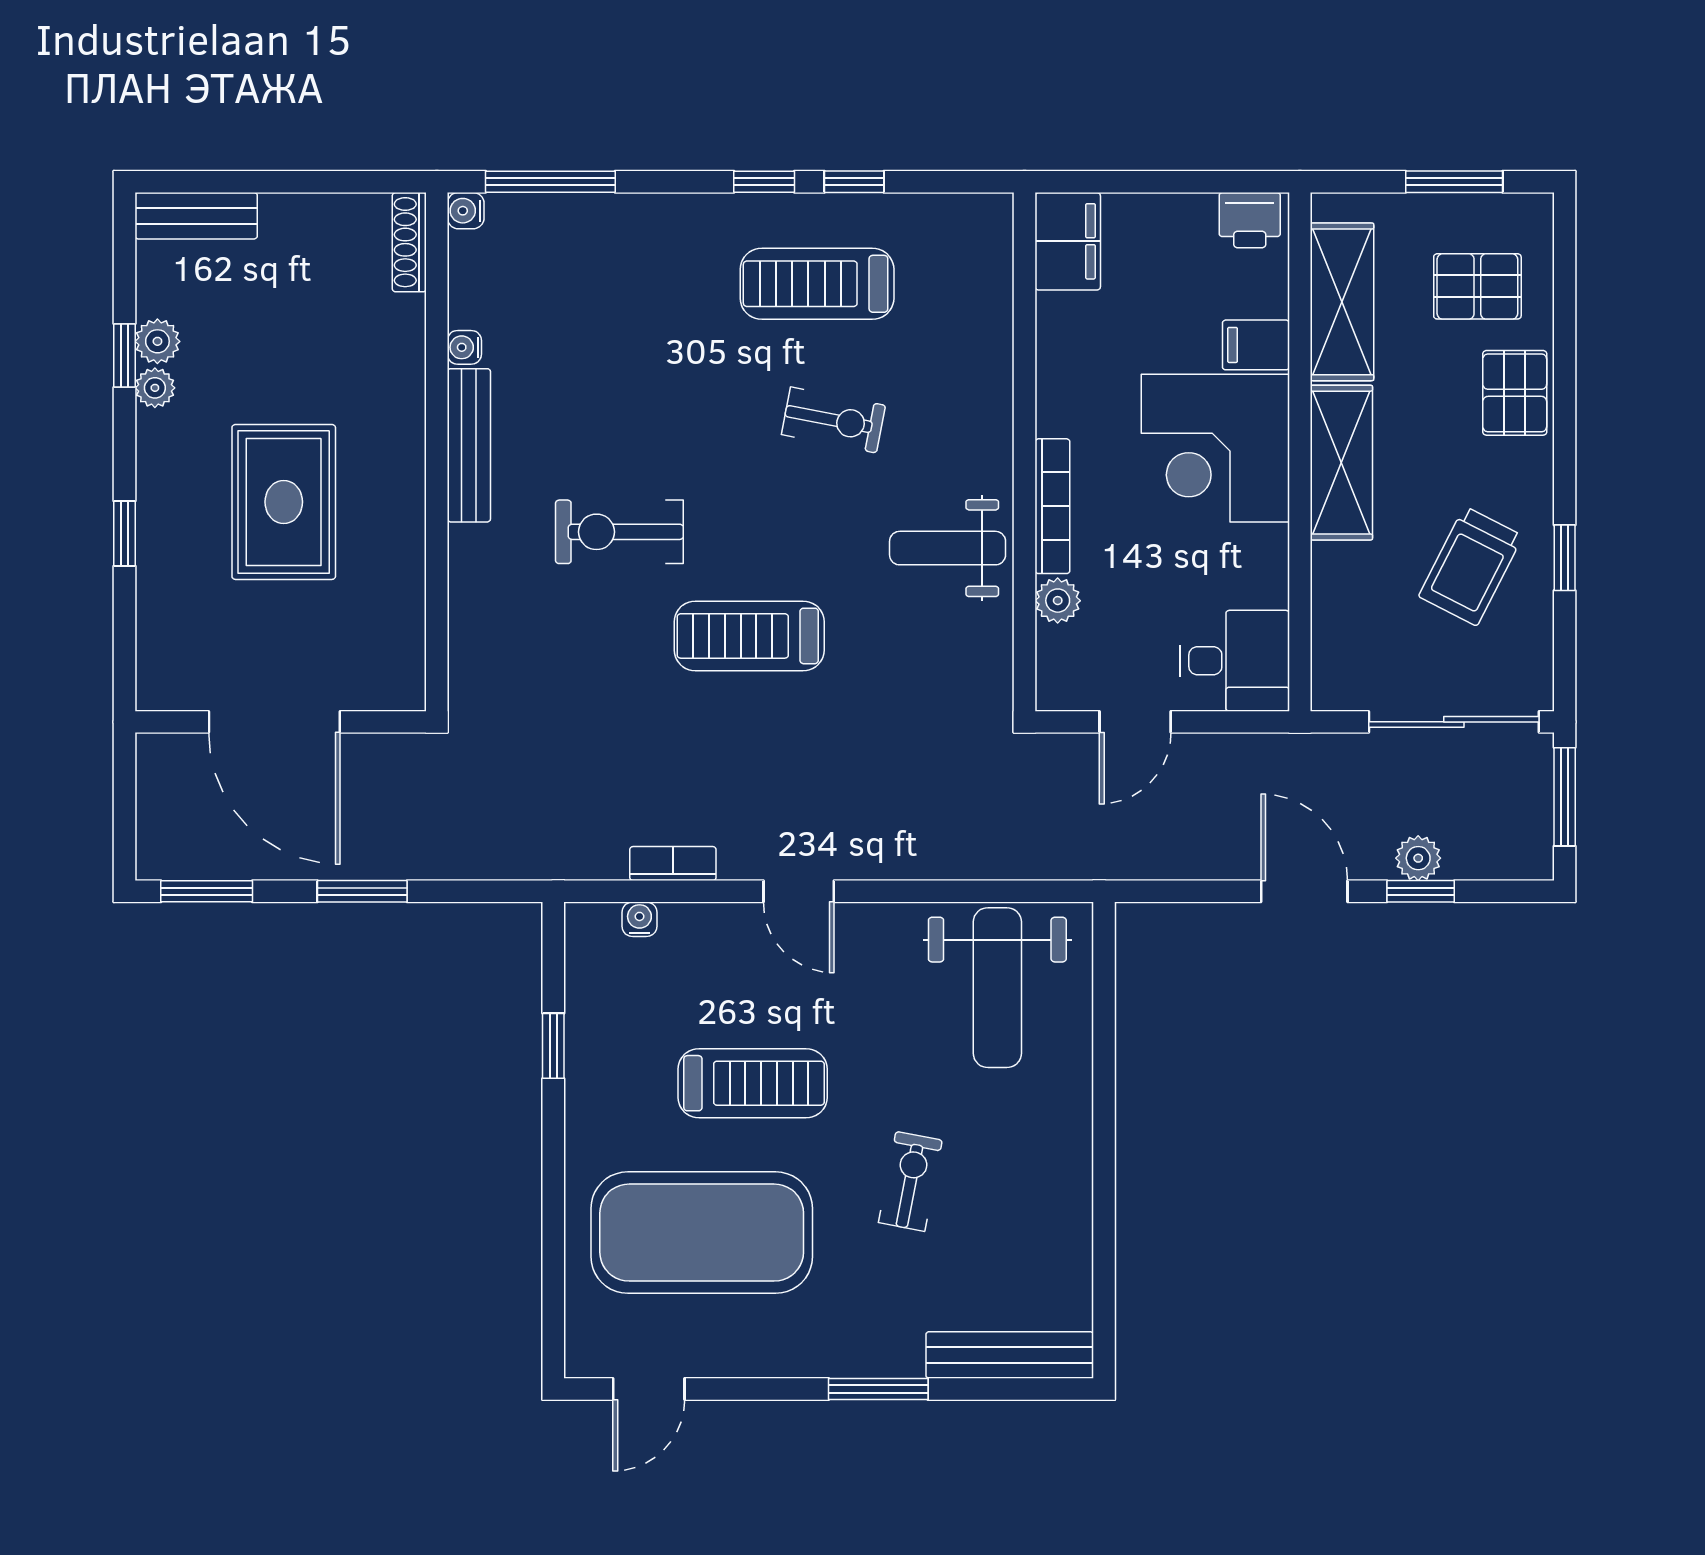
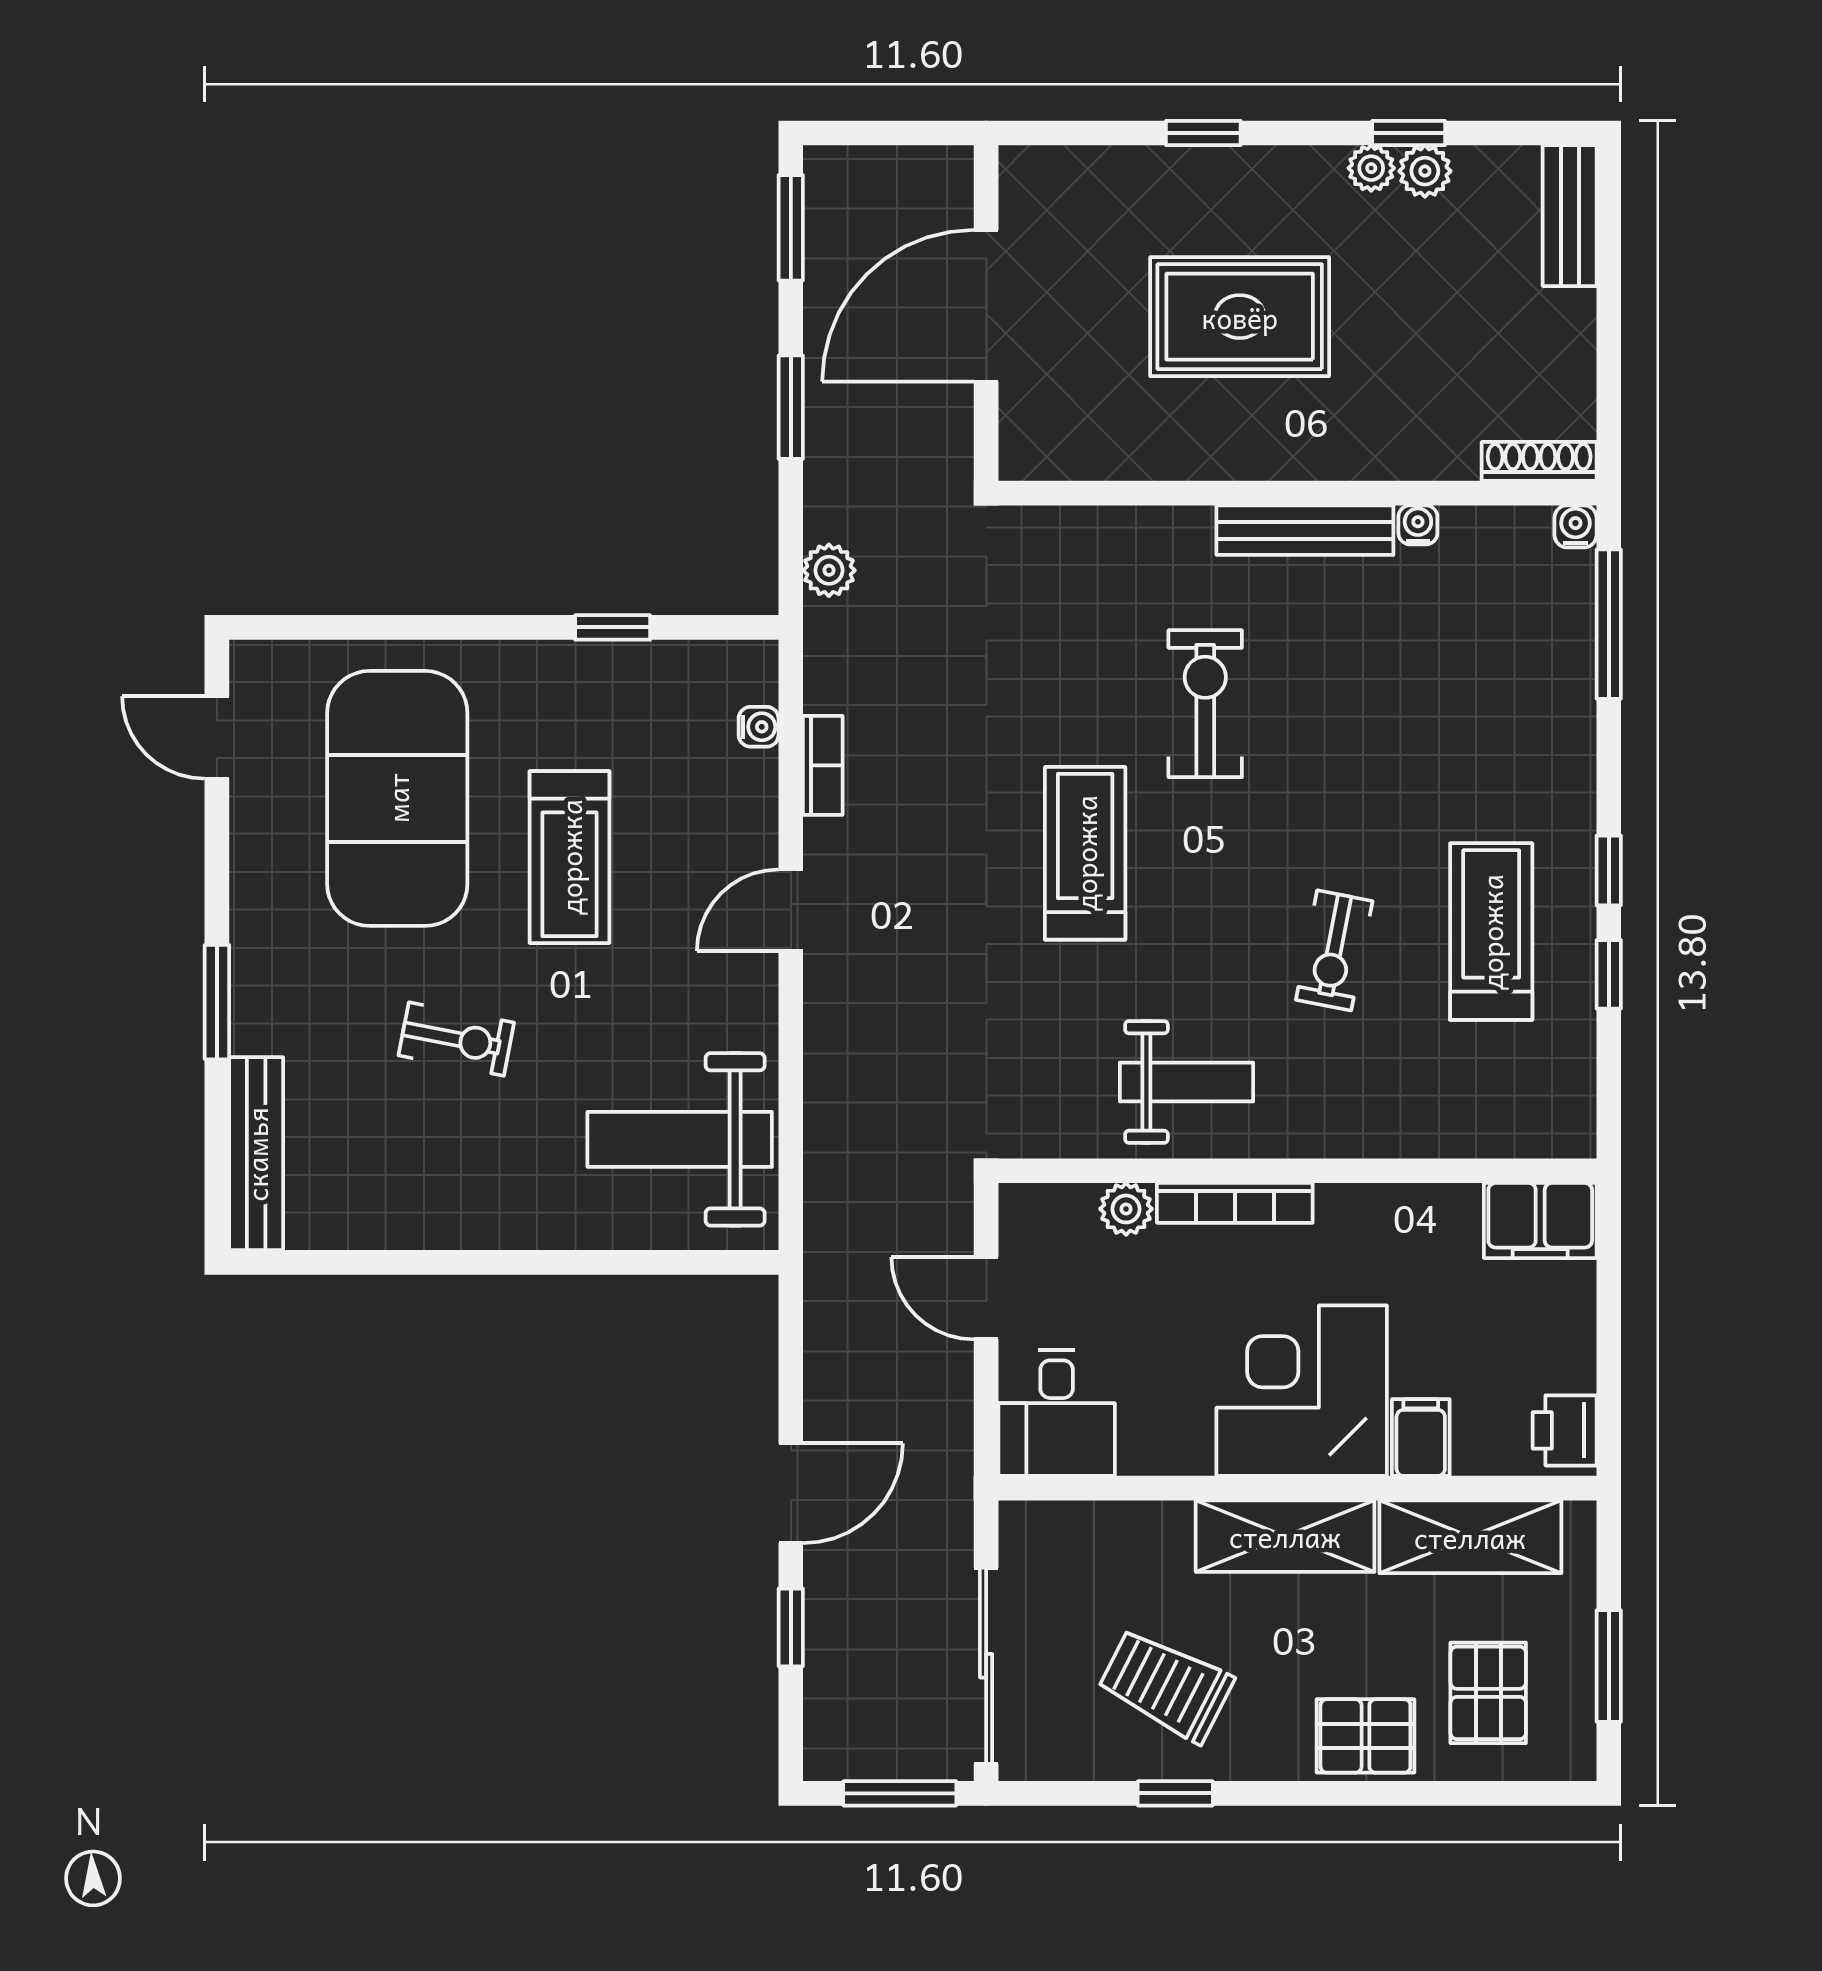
weight bench: (948, 548) -> (1186, 1082), turned 90
plant: (1418, 858) -> (829, 570), moved

